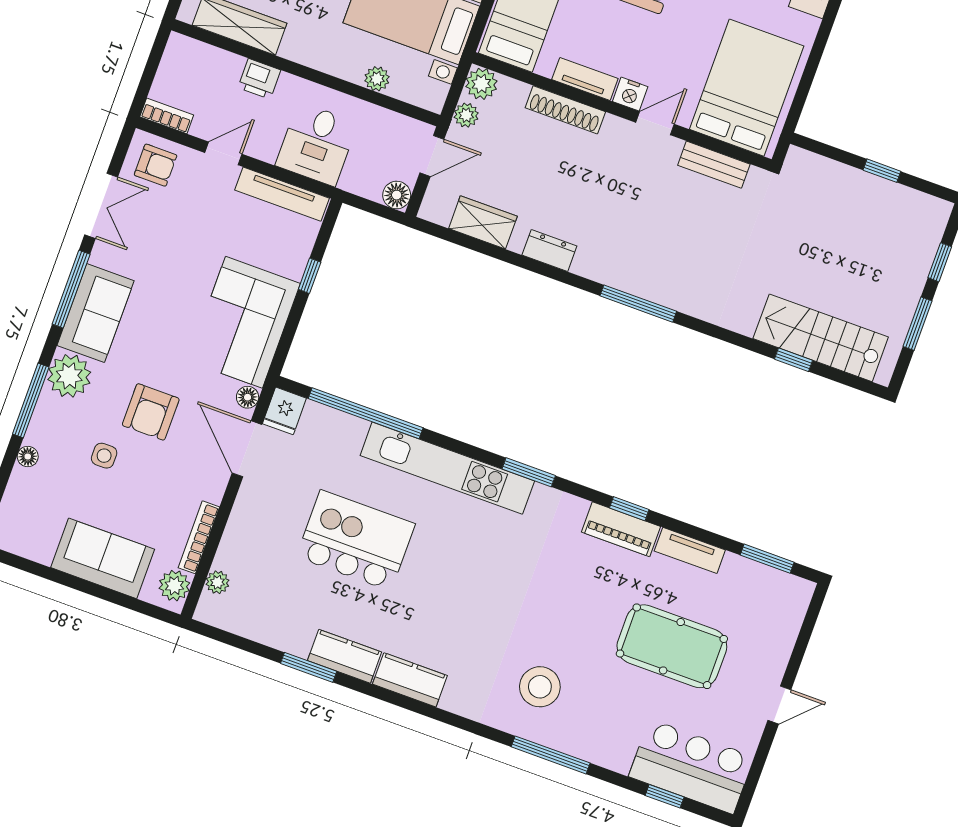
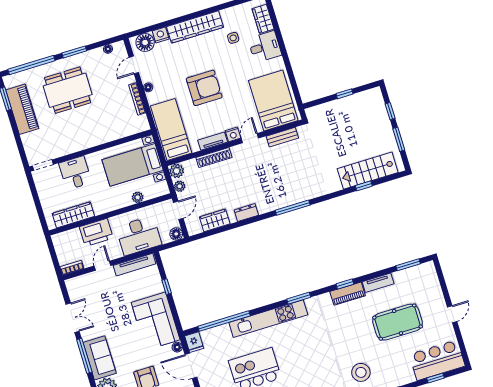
printer: (259, 79) -> (96, 232), width x1.87, depth x1.48
desk: (317, 144) -> (139, 236), width x1.37
armchair: (156, 165) -> (81, 288), removed

